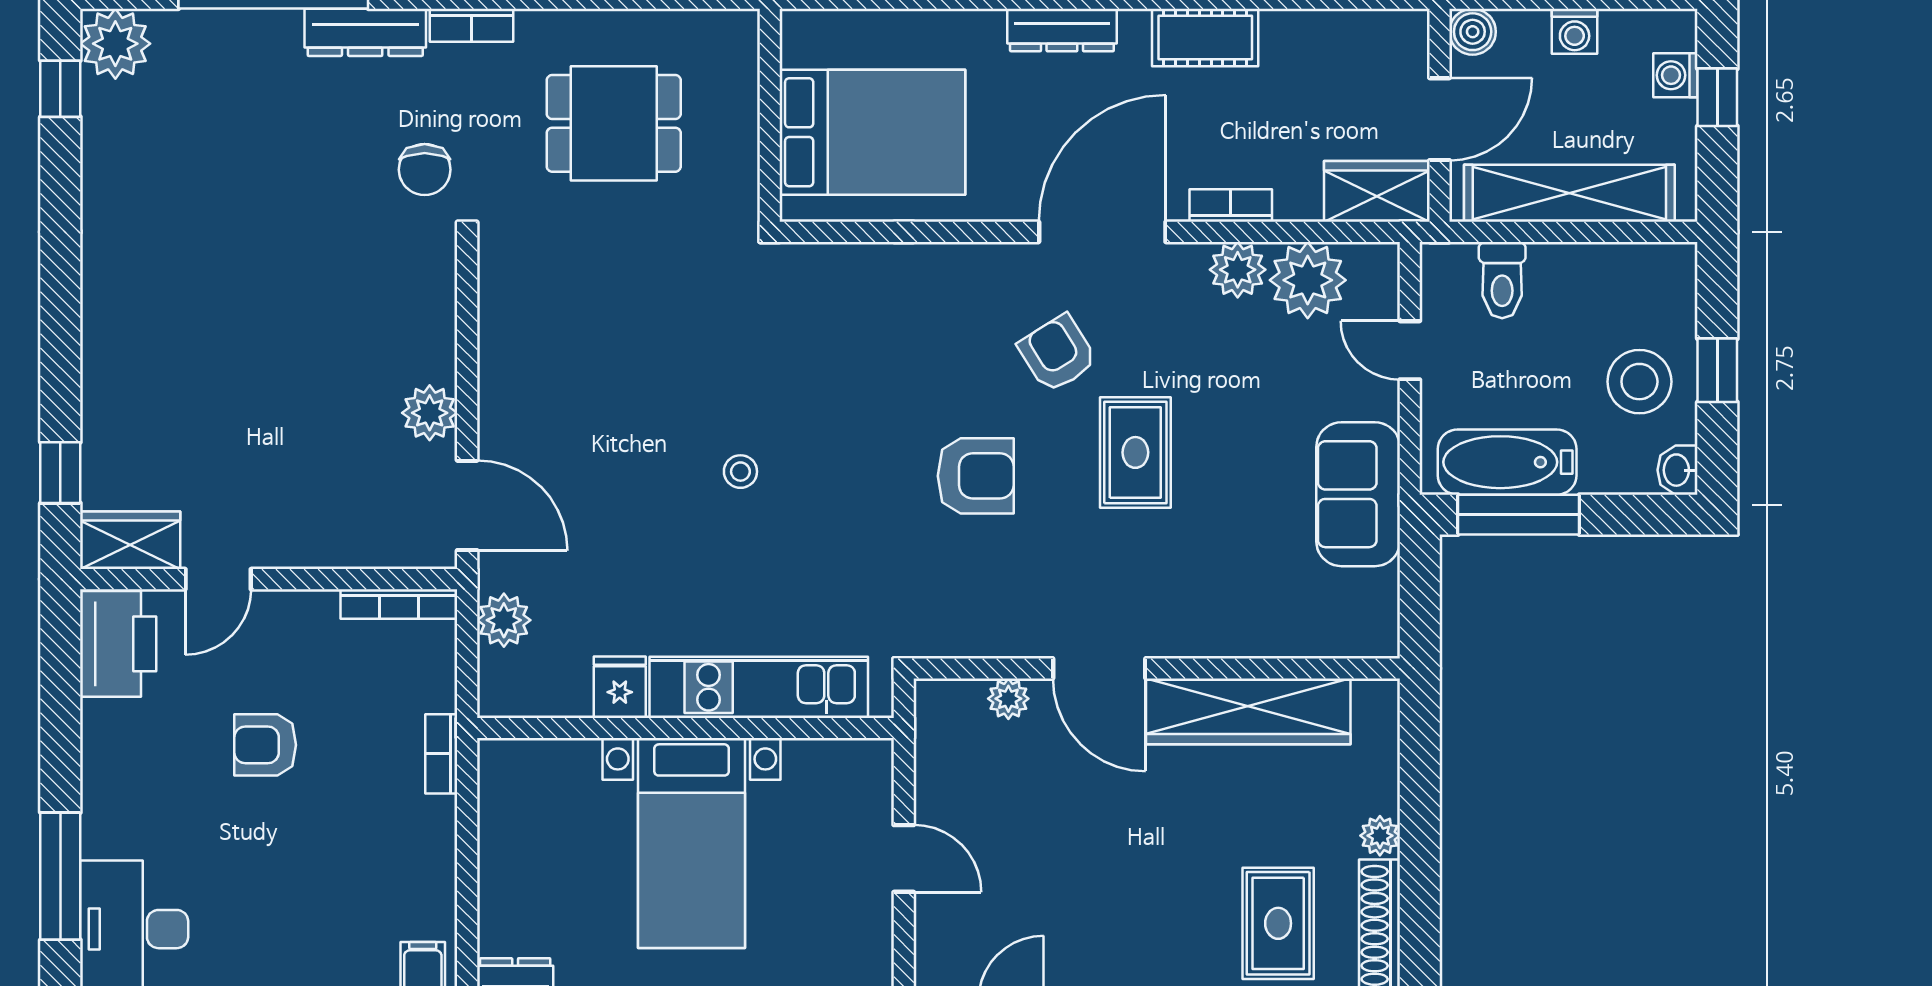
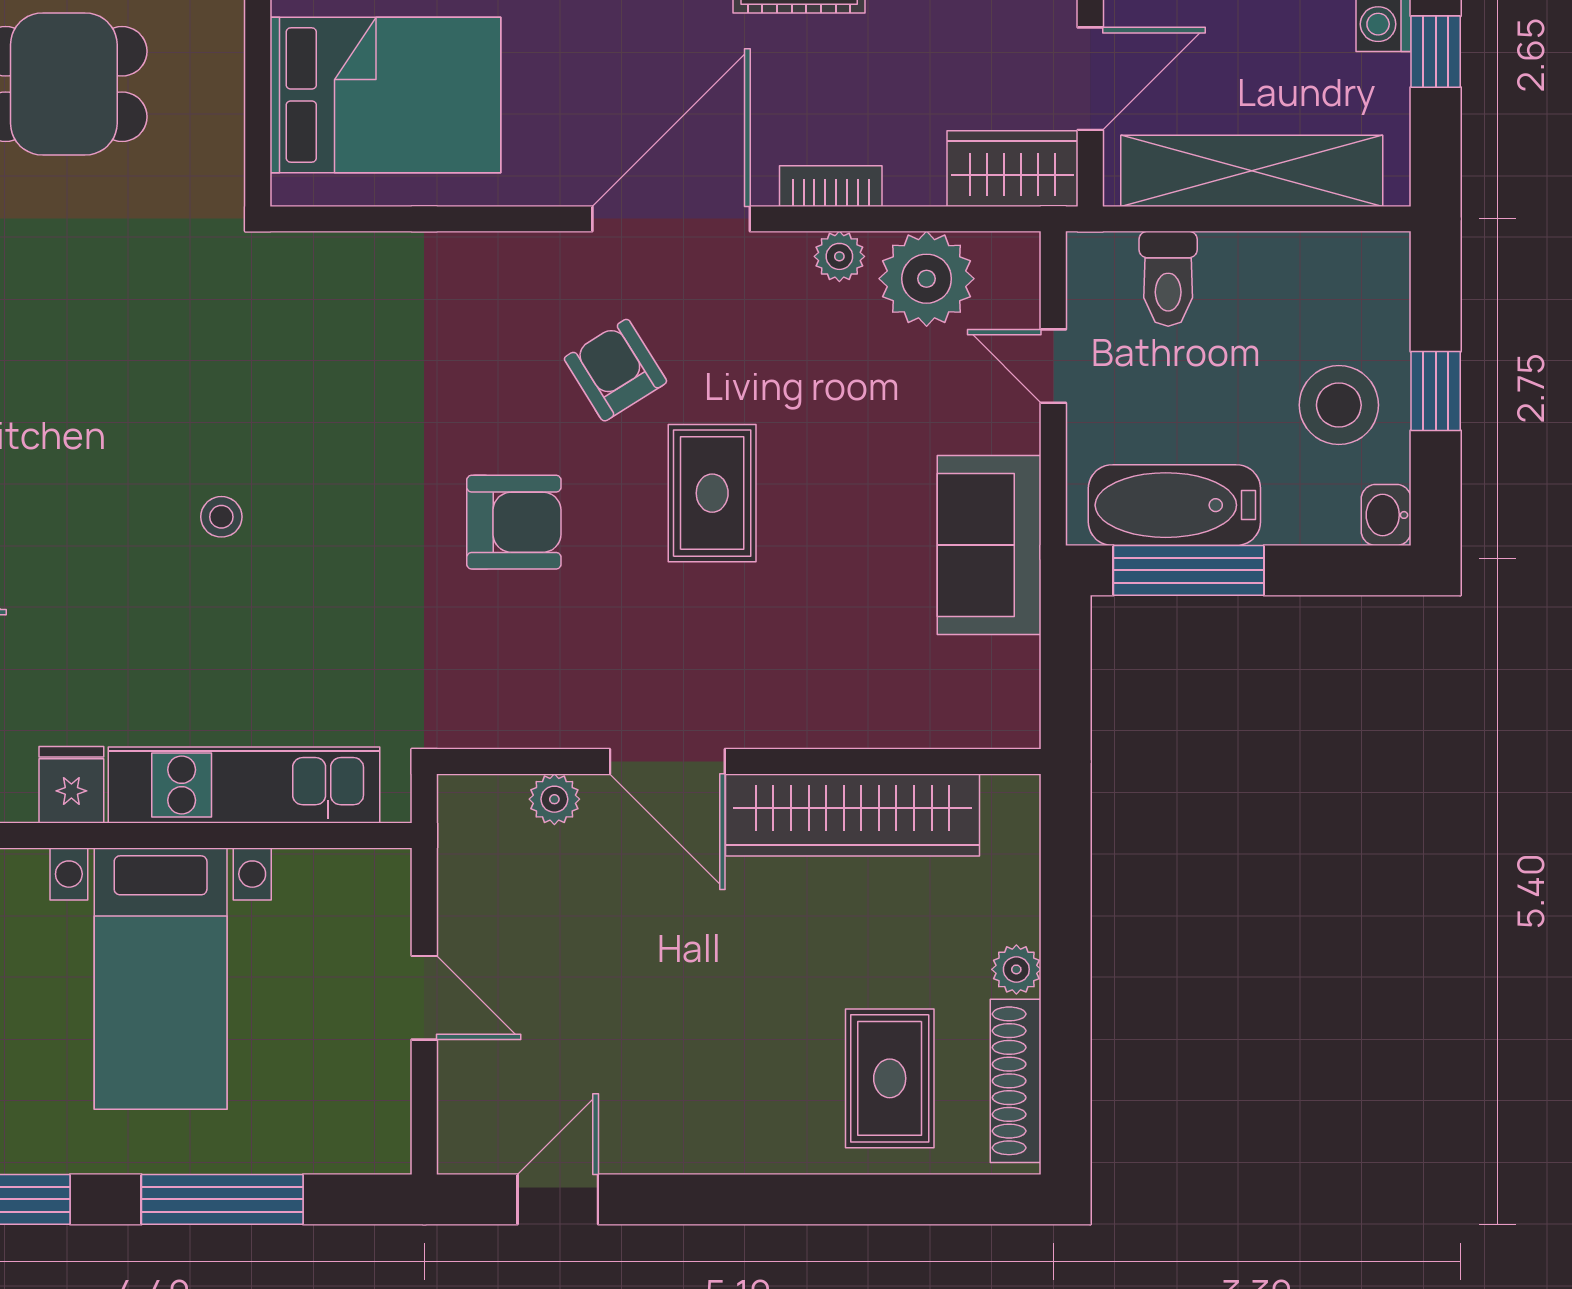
plant: (1238, 270) -> (839, 256), width x0.73, depth x0.73

